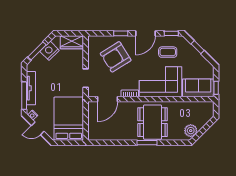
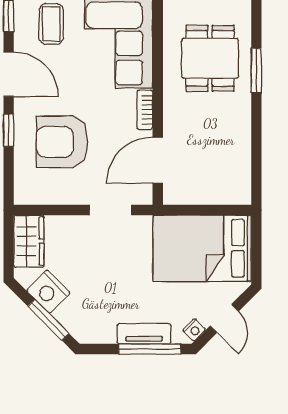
armchair: (116, 57) -> (62, 142), turned 122
tv unit: (31, 88) -> (144, 334), width x0.71
door: (108, 99) -> (158, 160), swing flipped
dining table: (152, 122) -> (210, 58), width x0.73

